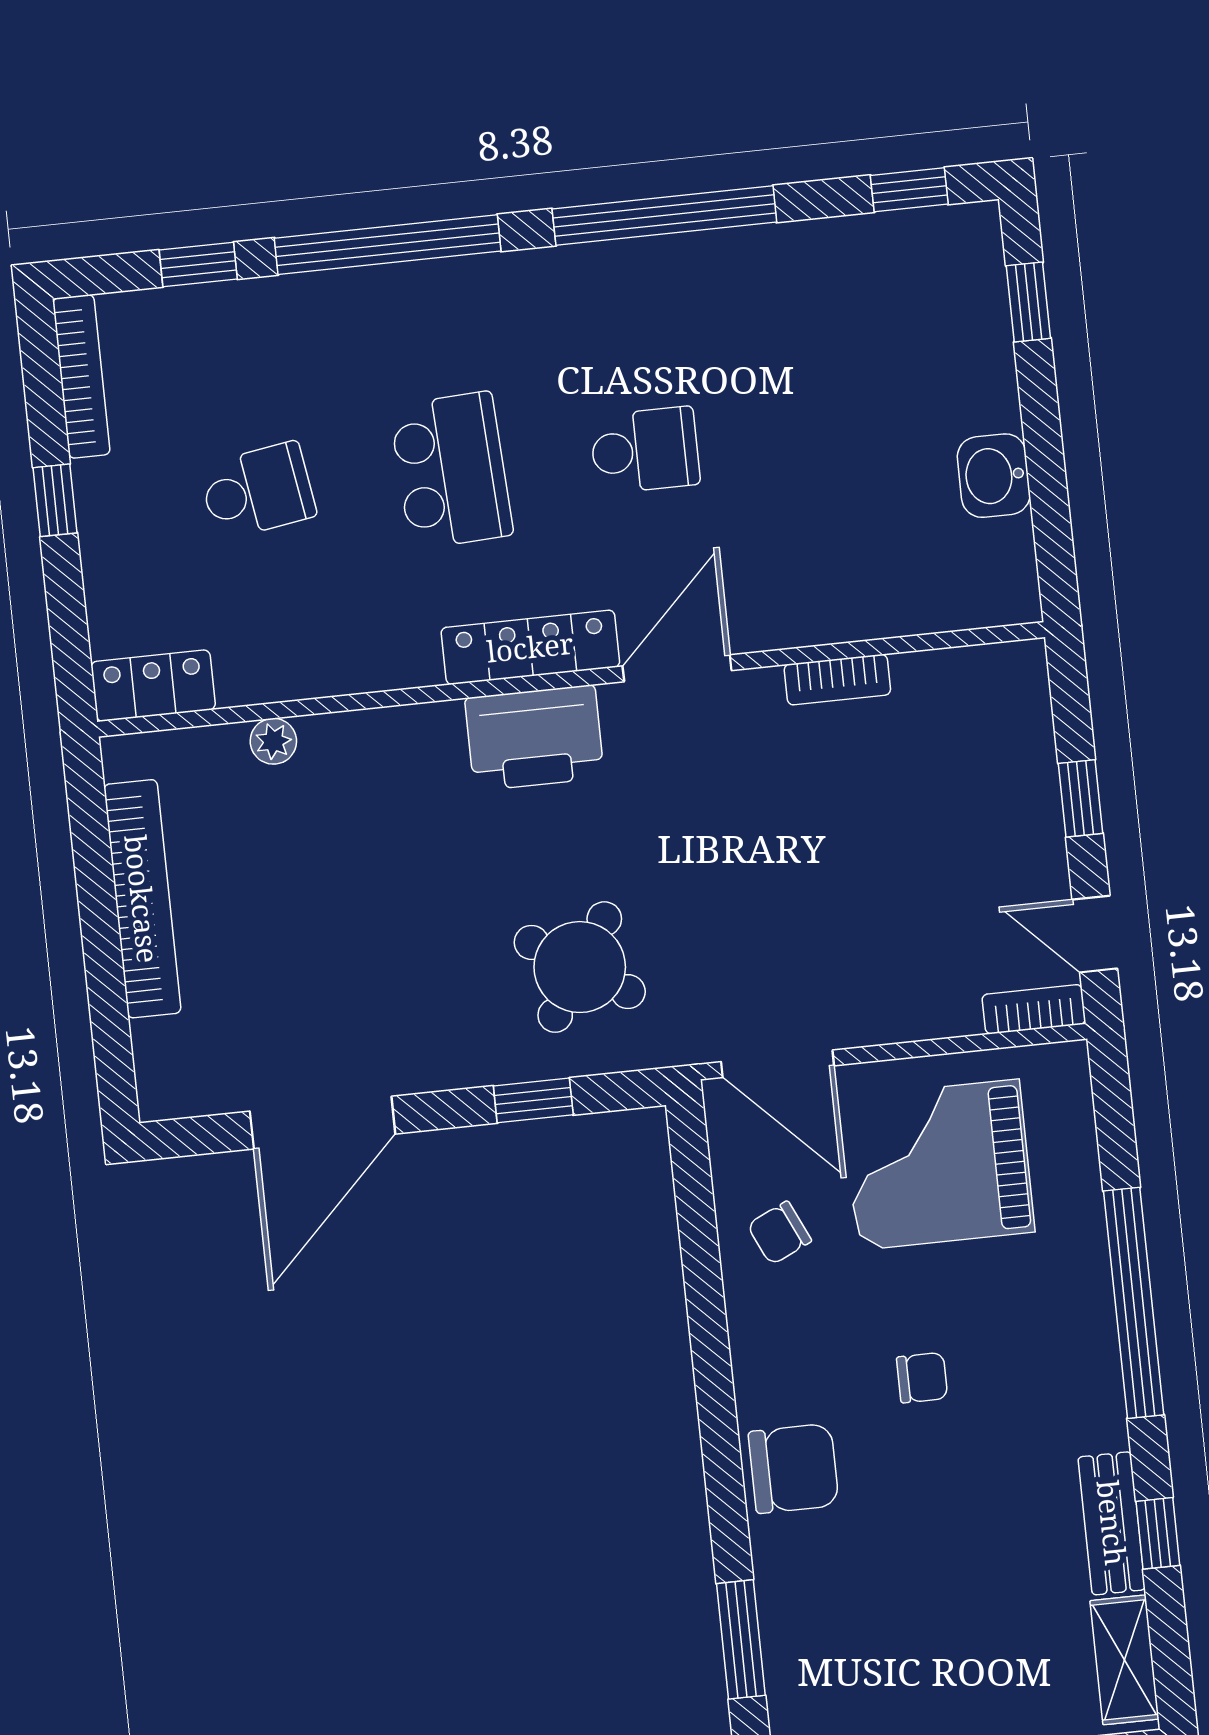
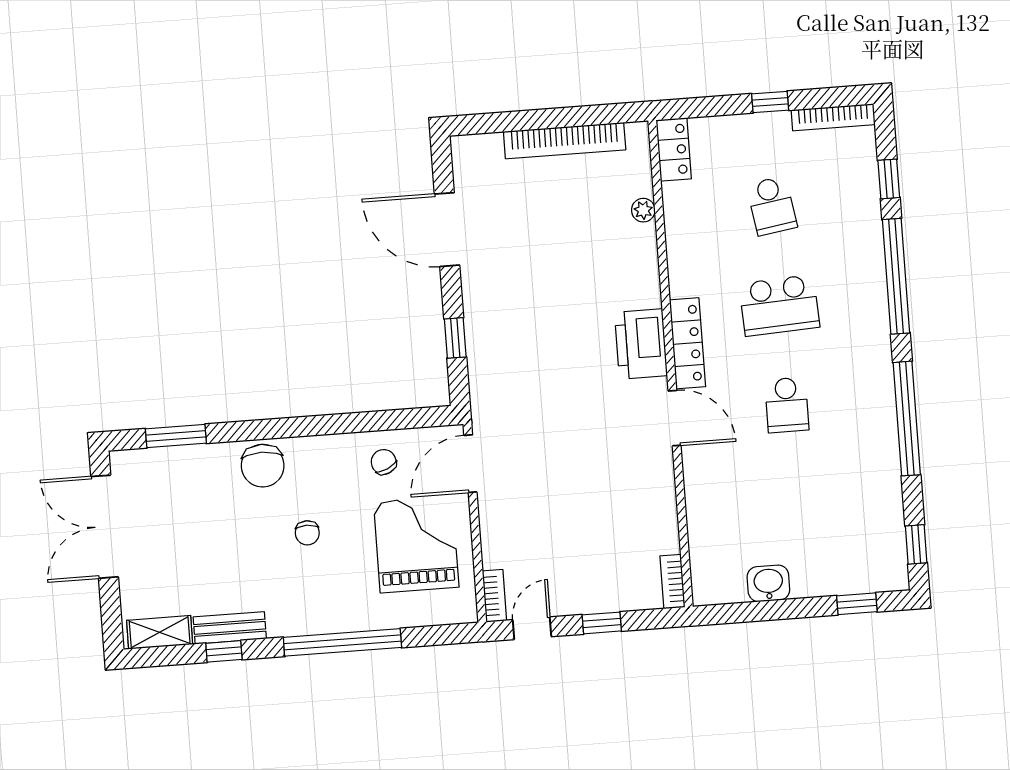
bookcase: (837, 680) -> (672, 582), moved
round table: (580, 967) -> (523, 364), removed

